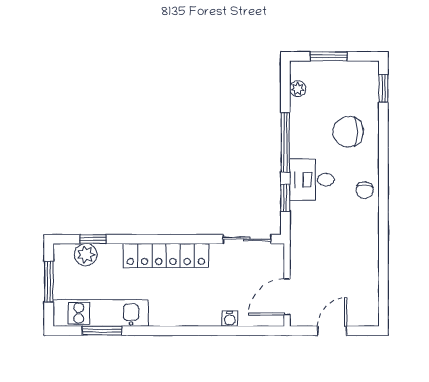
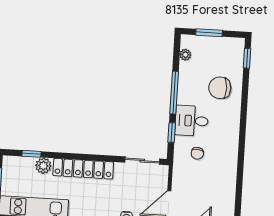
chair: (365, 190) -> (197, 153), moved
plant: (86, 255) -> (43, 166), moved

